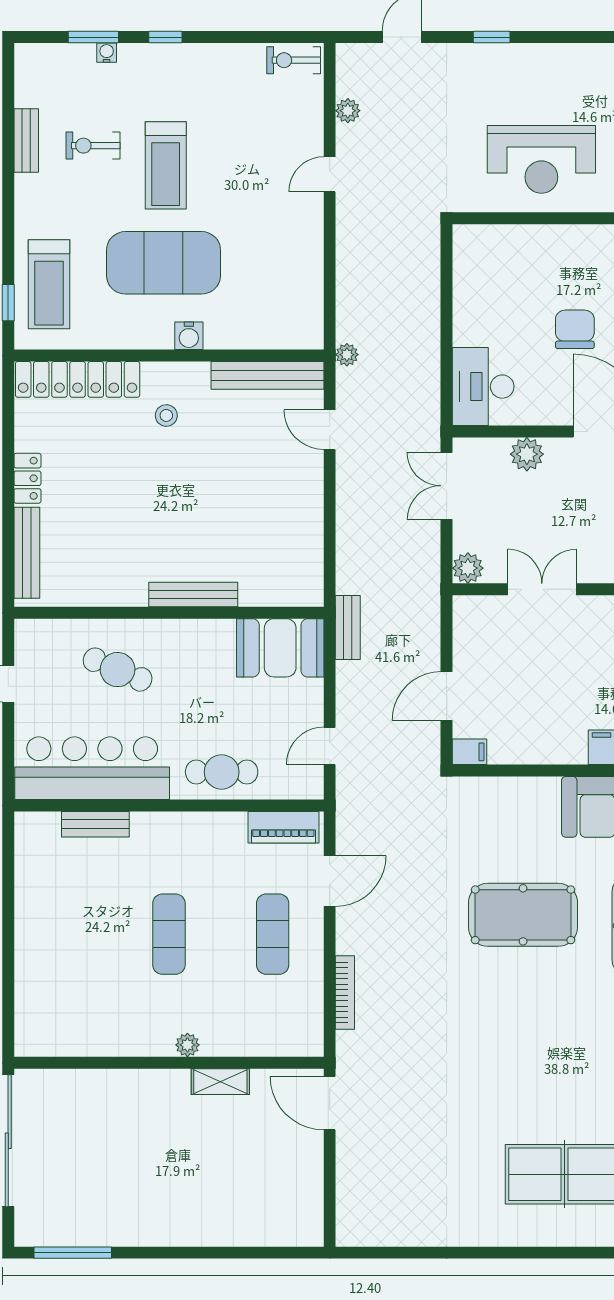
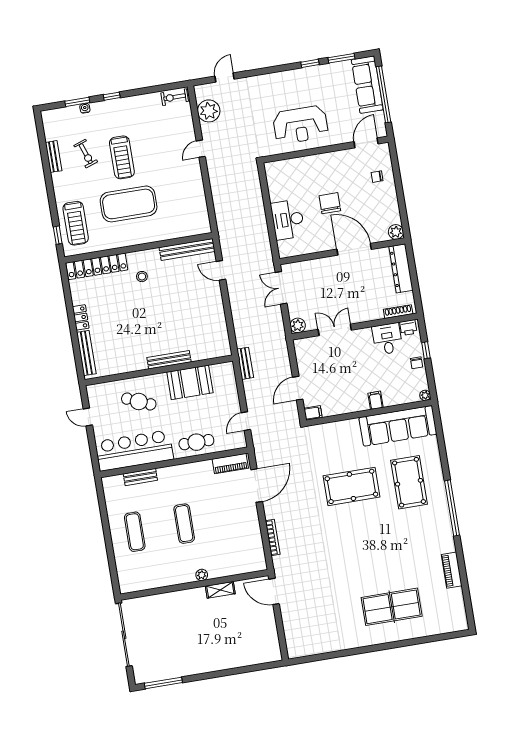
window: (492, 37) -> (310, 63), moved
plant: (348, 111) -> (209, 111), width x1.87, depth x1.87
exercise bike: (93, 146) -> (86, 154), turned -109
water cooler: (189, 336) -> (146, 237), removed
plant: (347, 355) -> (223, 233), removed
desk: (483, 387) -> (288, 220), moved
plant: (527, 454) -> (317, 267), removed
booth: (280, 648) -> (190, 382), moved
door: (330, 881) -> (257, 486), width x1.36
exercise mat: (273, 934) -> (135, 532), moved

